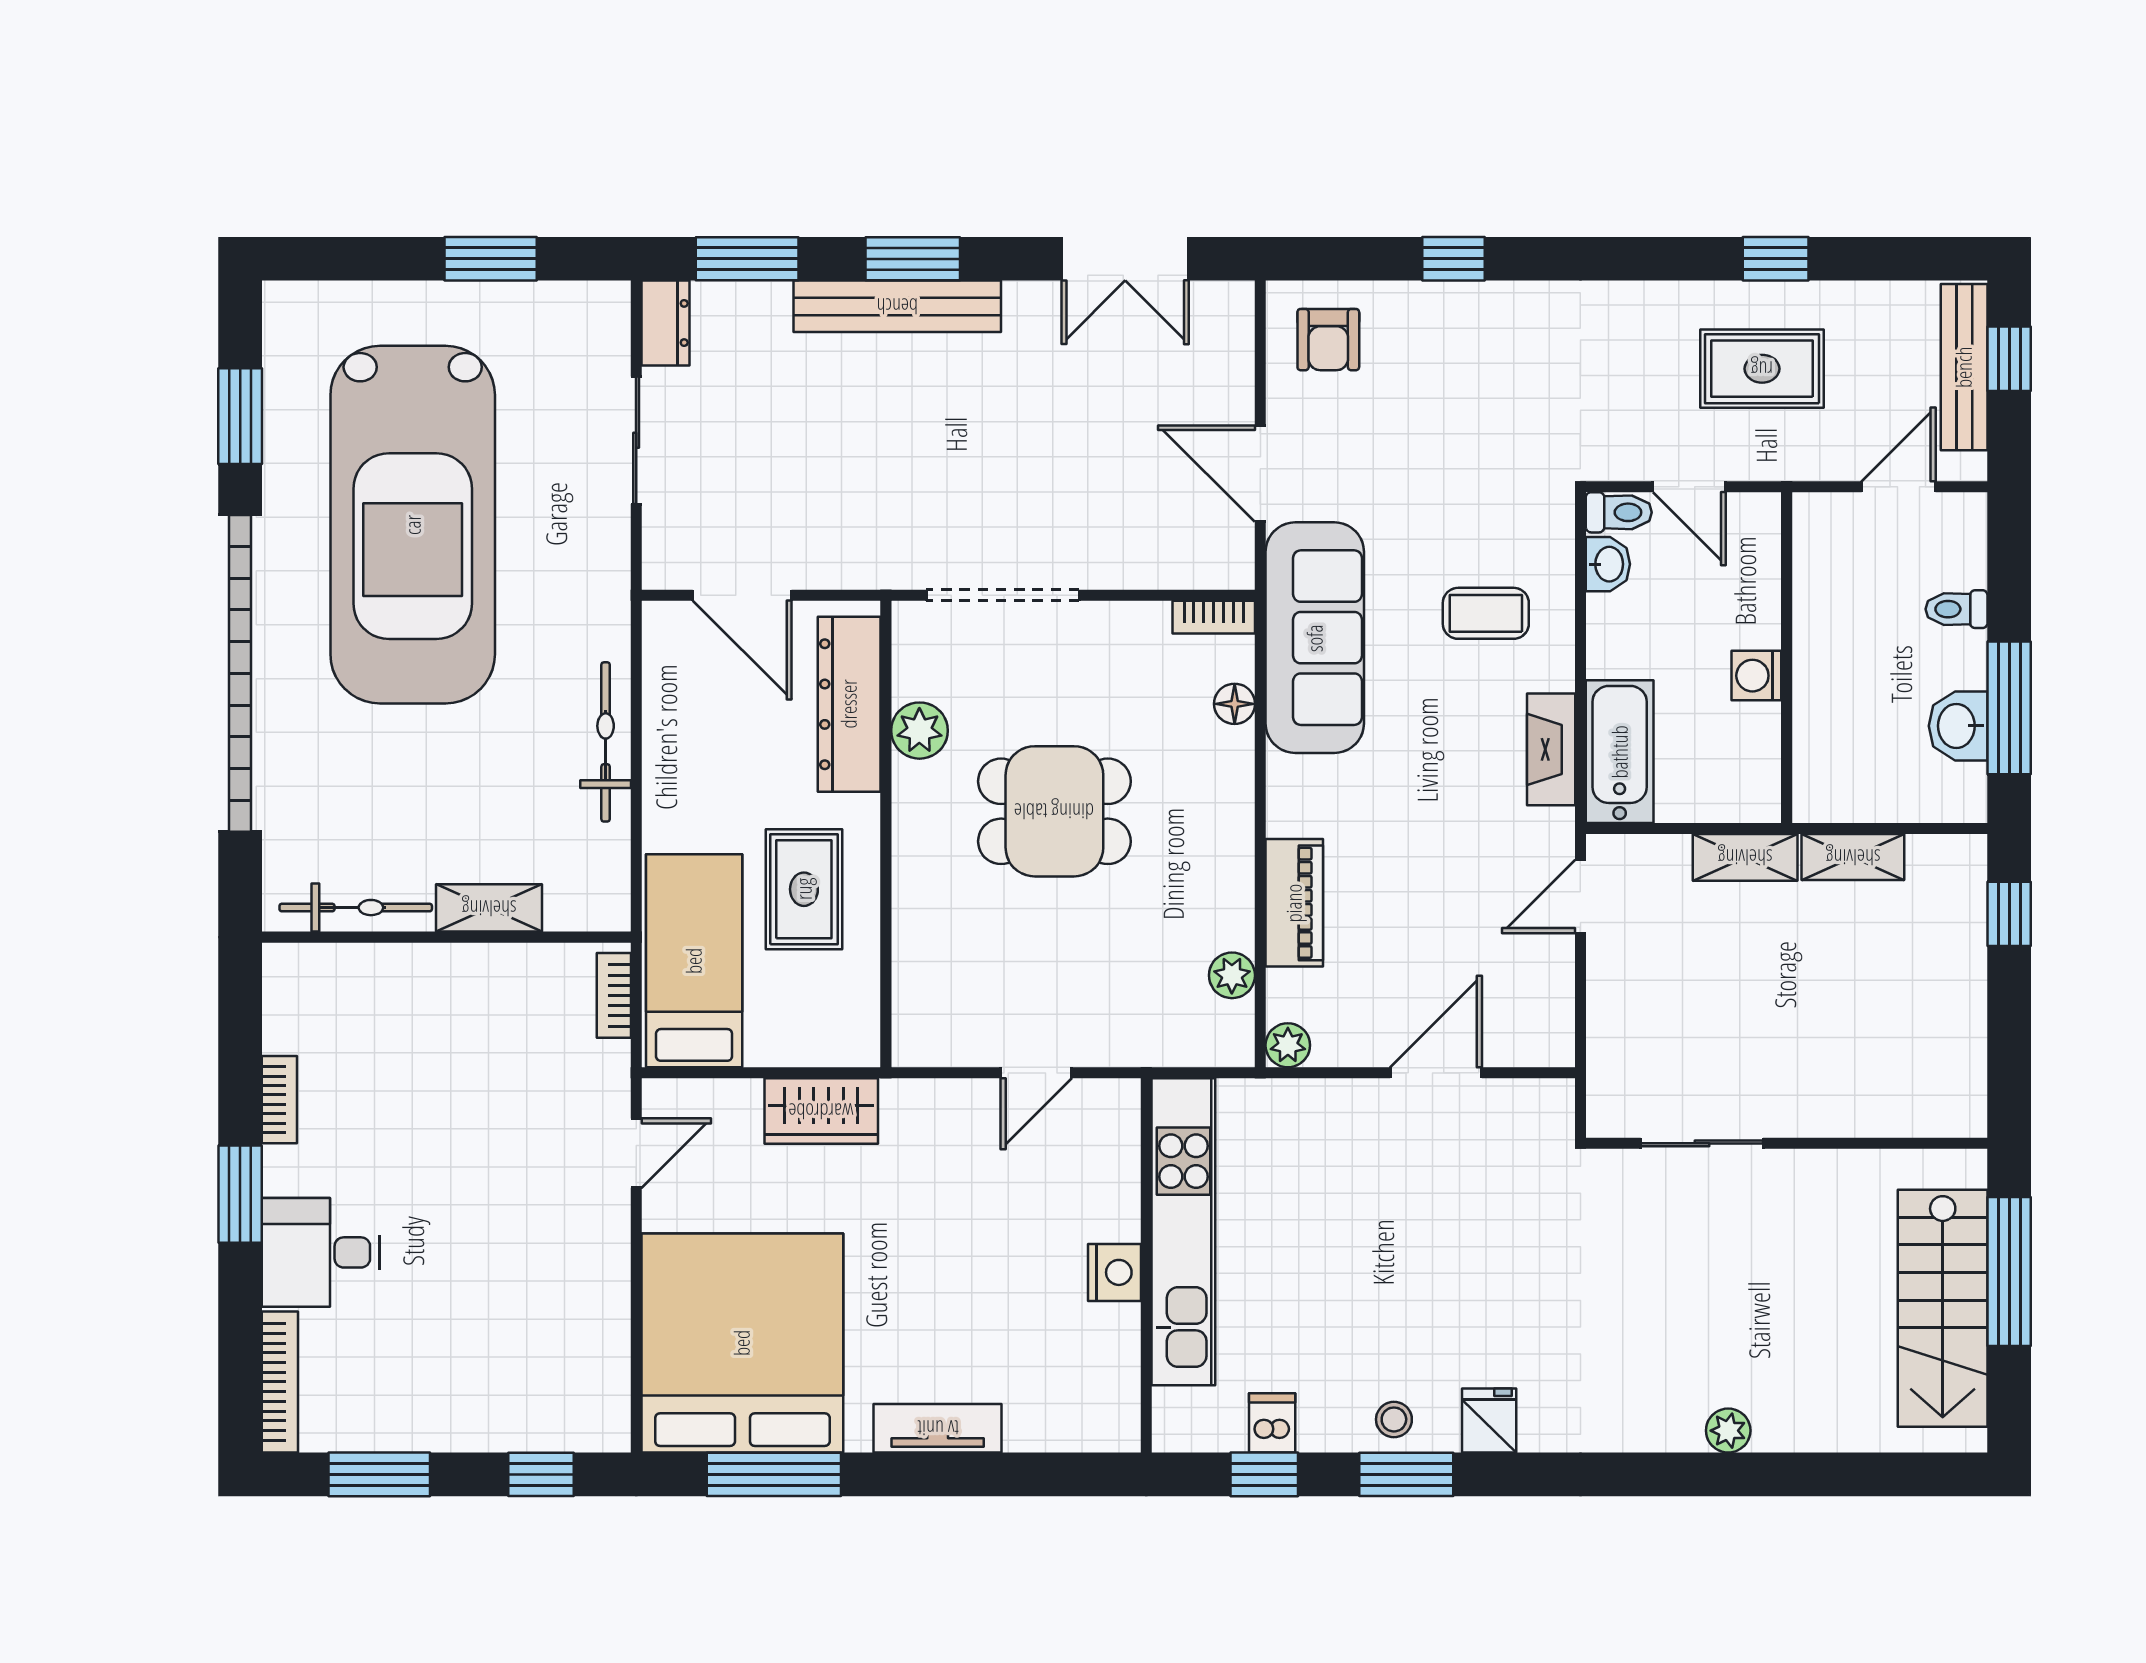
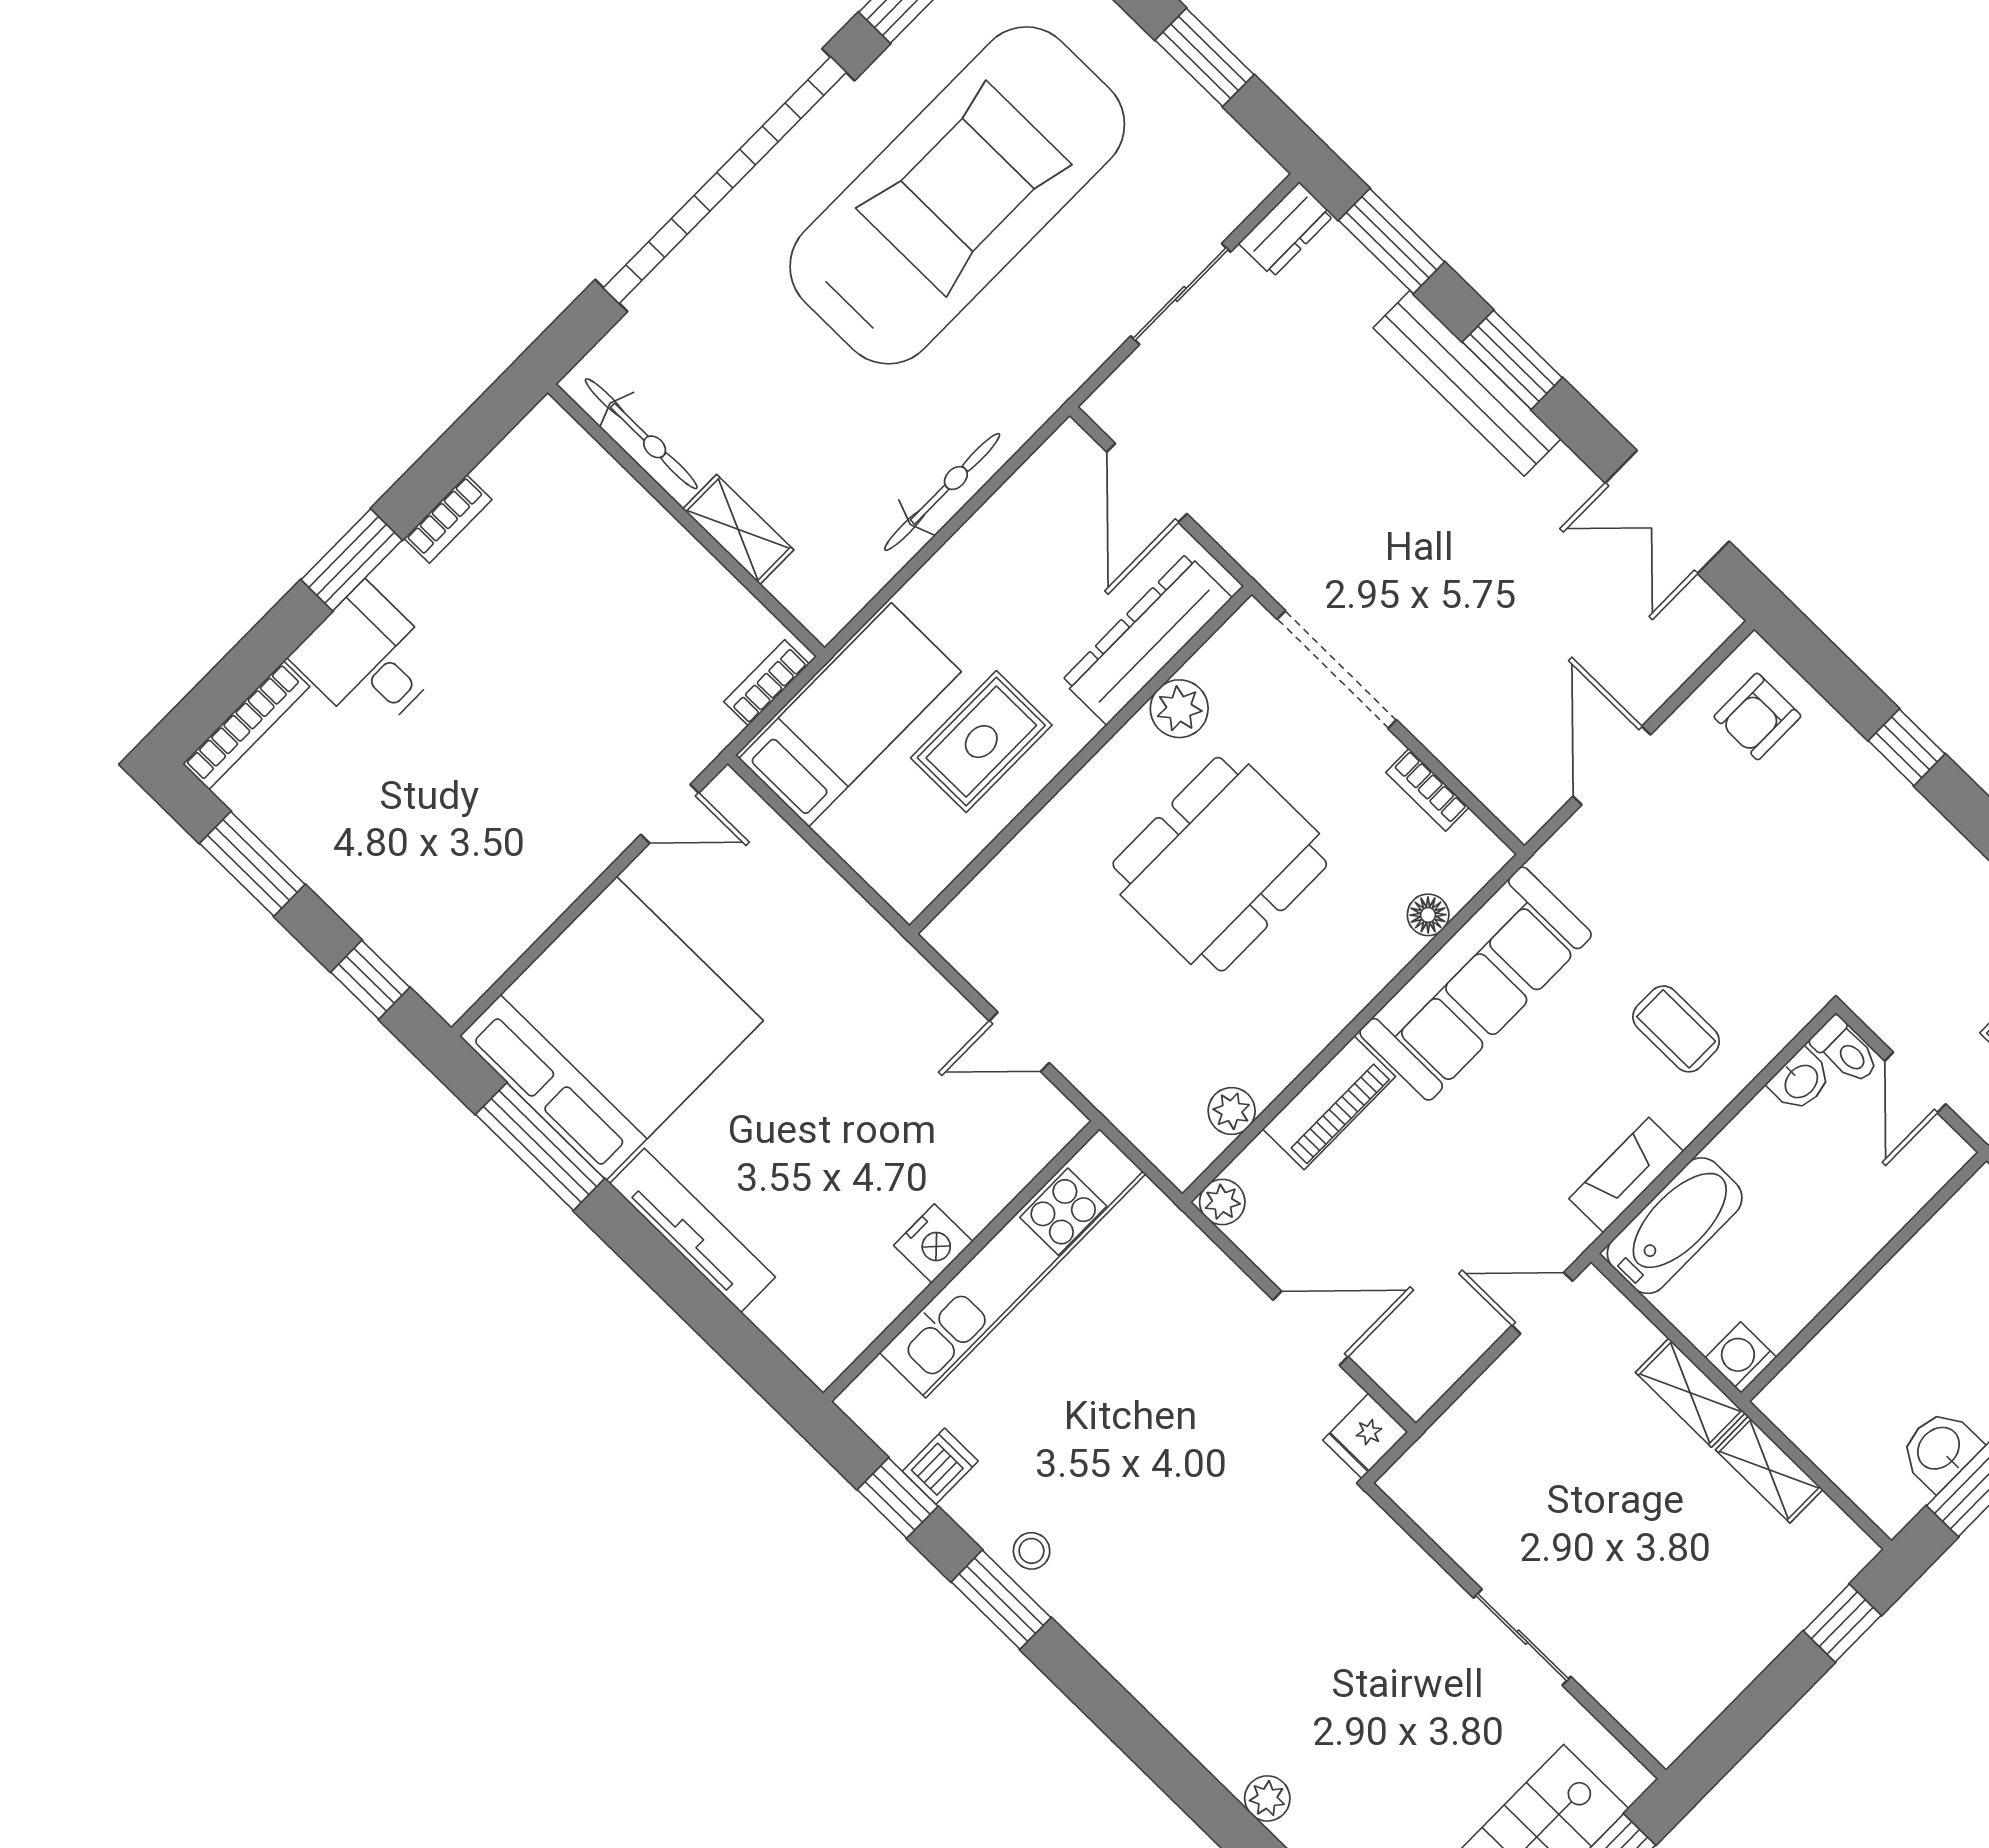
car: (413, 525) -> (957, 195), turned 180
bookcase: (1214, 617) -> (1427, 790), moved
sofa: (1315, 638) -> (1476, 984), moved
washing machine: (1756, 676) -> (1741, 1358), moved
dining table: (1054, 811) -> (1220, 864), width x1.38
wardrobe: (821, 1111) -> (835, 916), removed
sliding door: (1702, 1143) -> (1522, 1637), moved
fridge: (1489, 1420) -> (1365, 1436), moved, turned 180
tv unit: (938, 1428) -> (692, 1230), width x1.41

